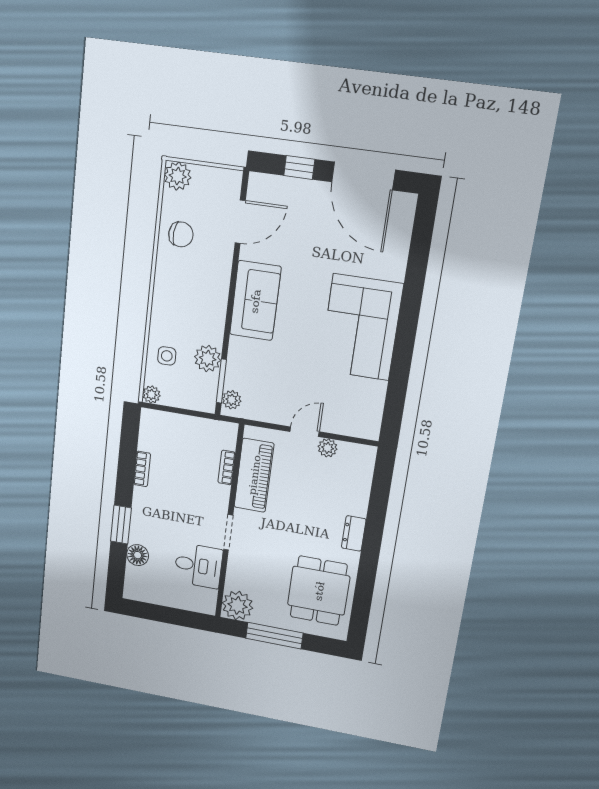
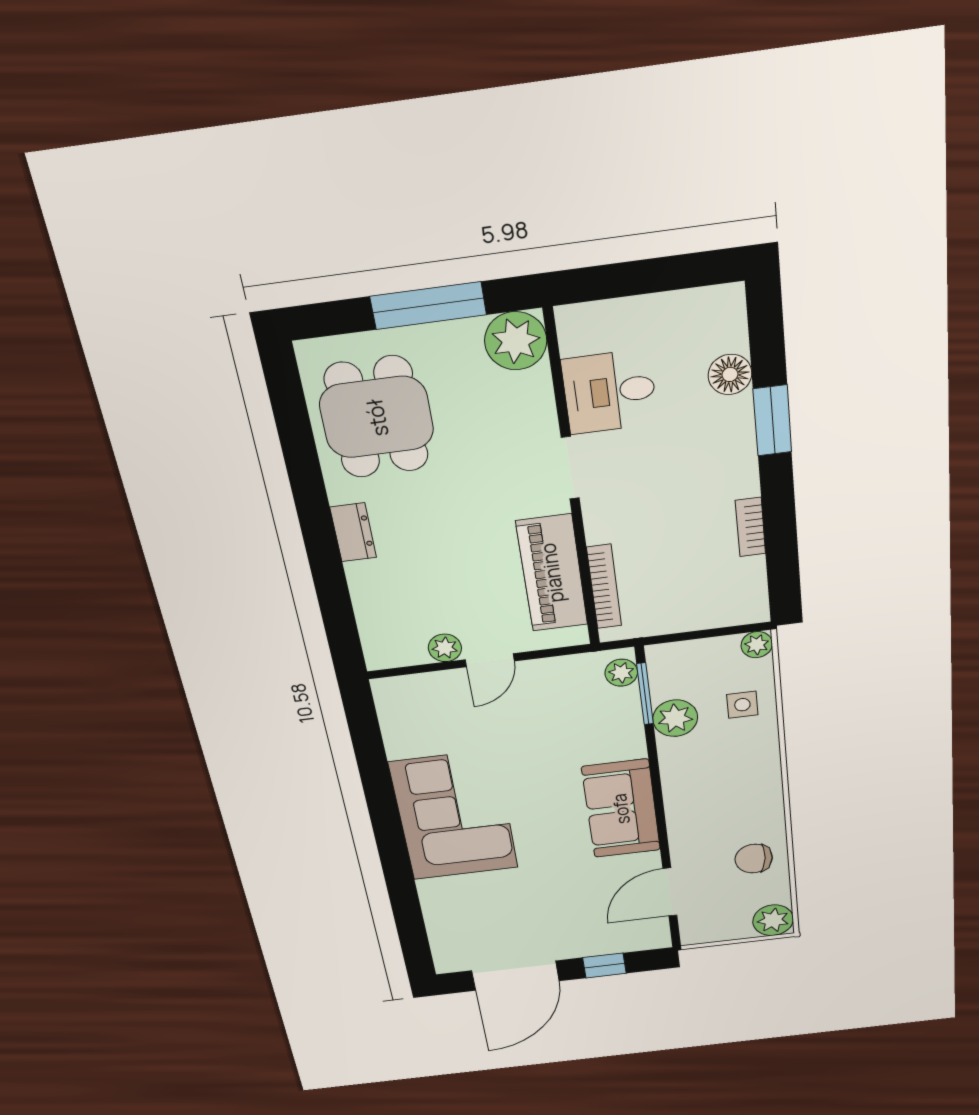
door: (363, 176) -> (515, 976), swing flipped
bookcase: (227, 468) -> (604, 587), width x1.56

